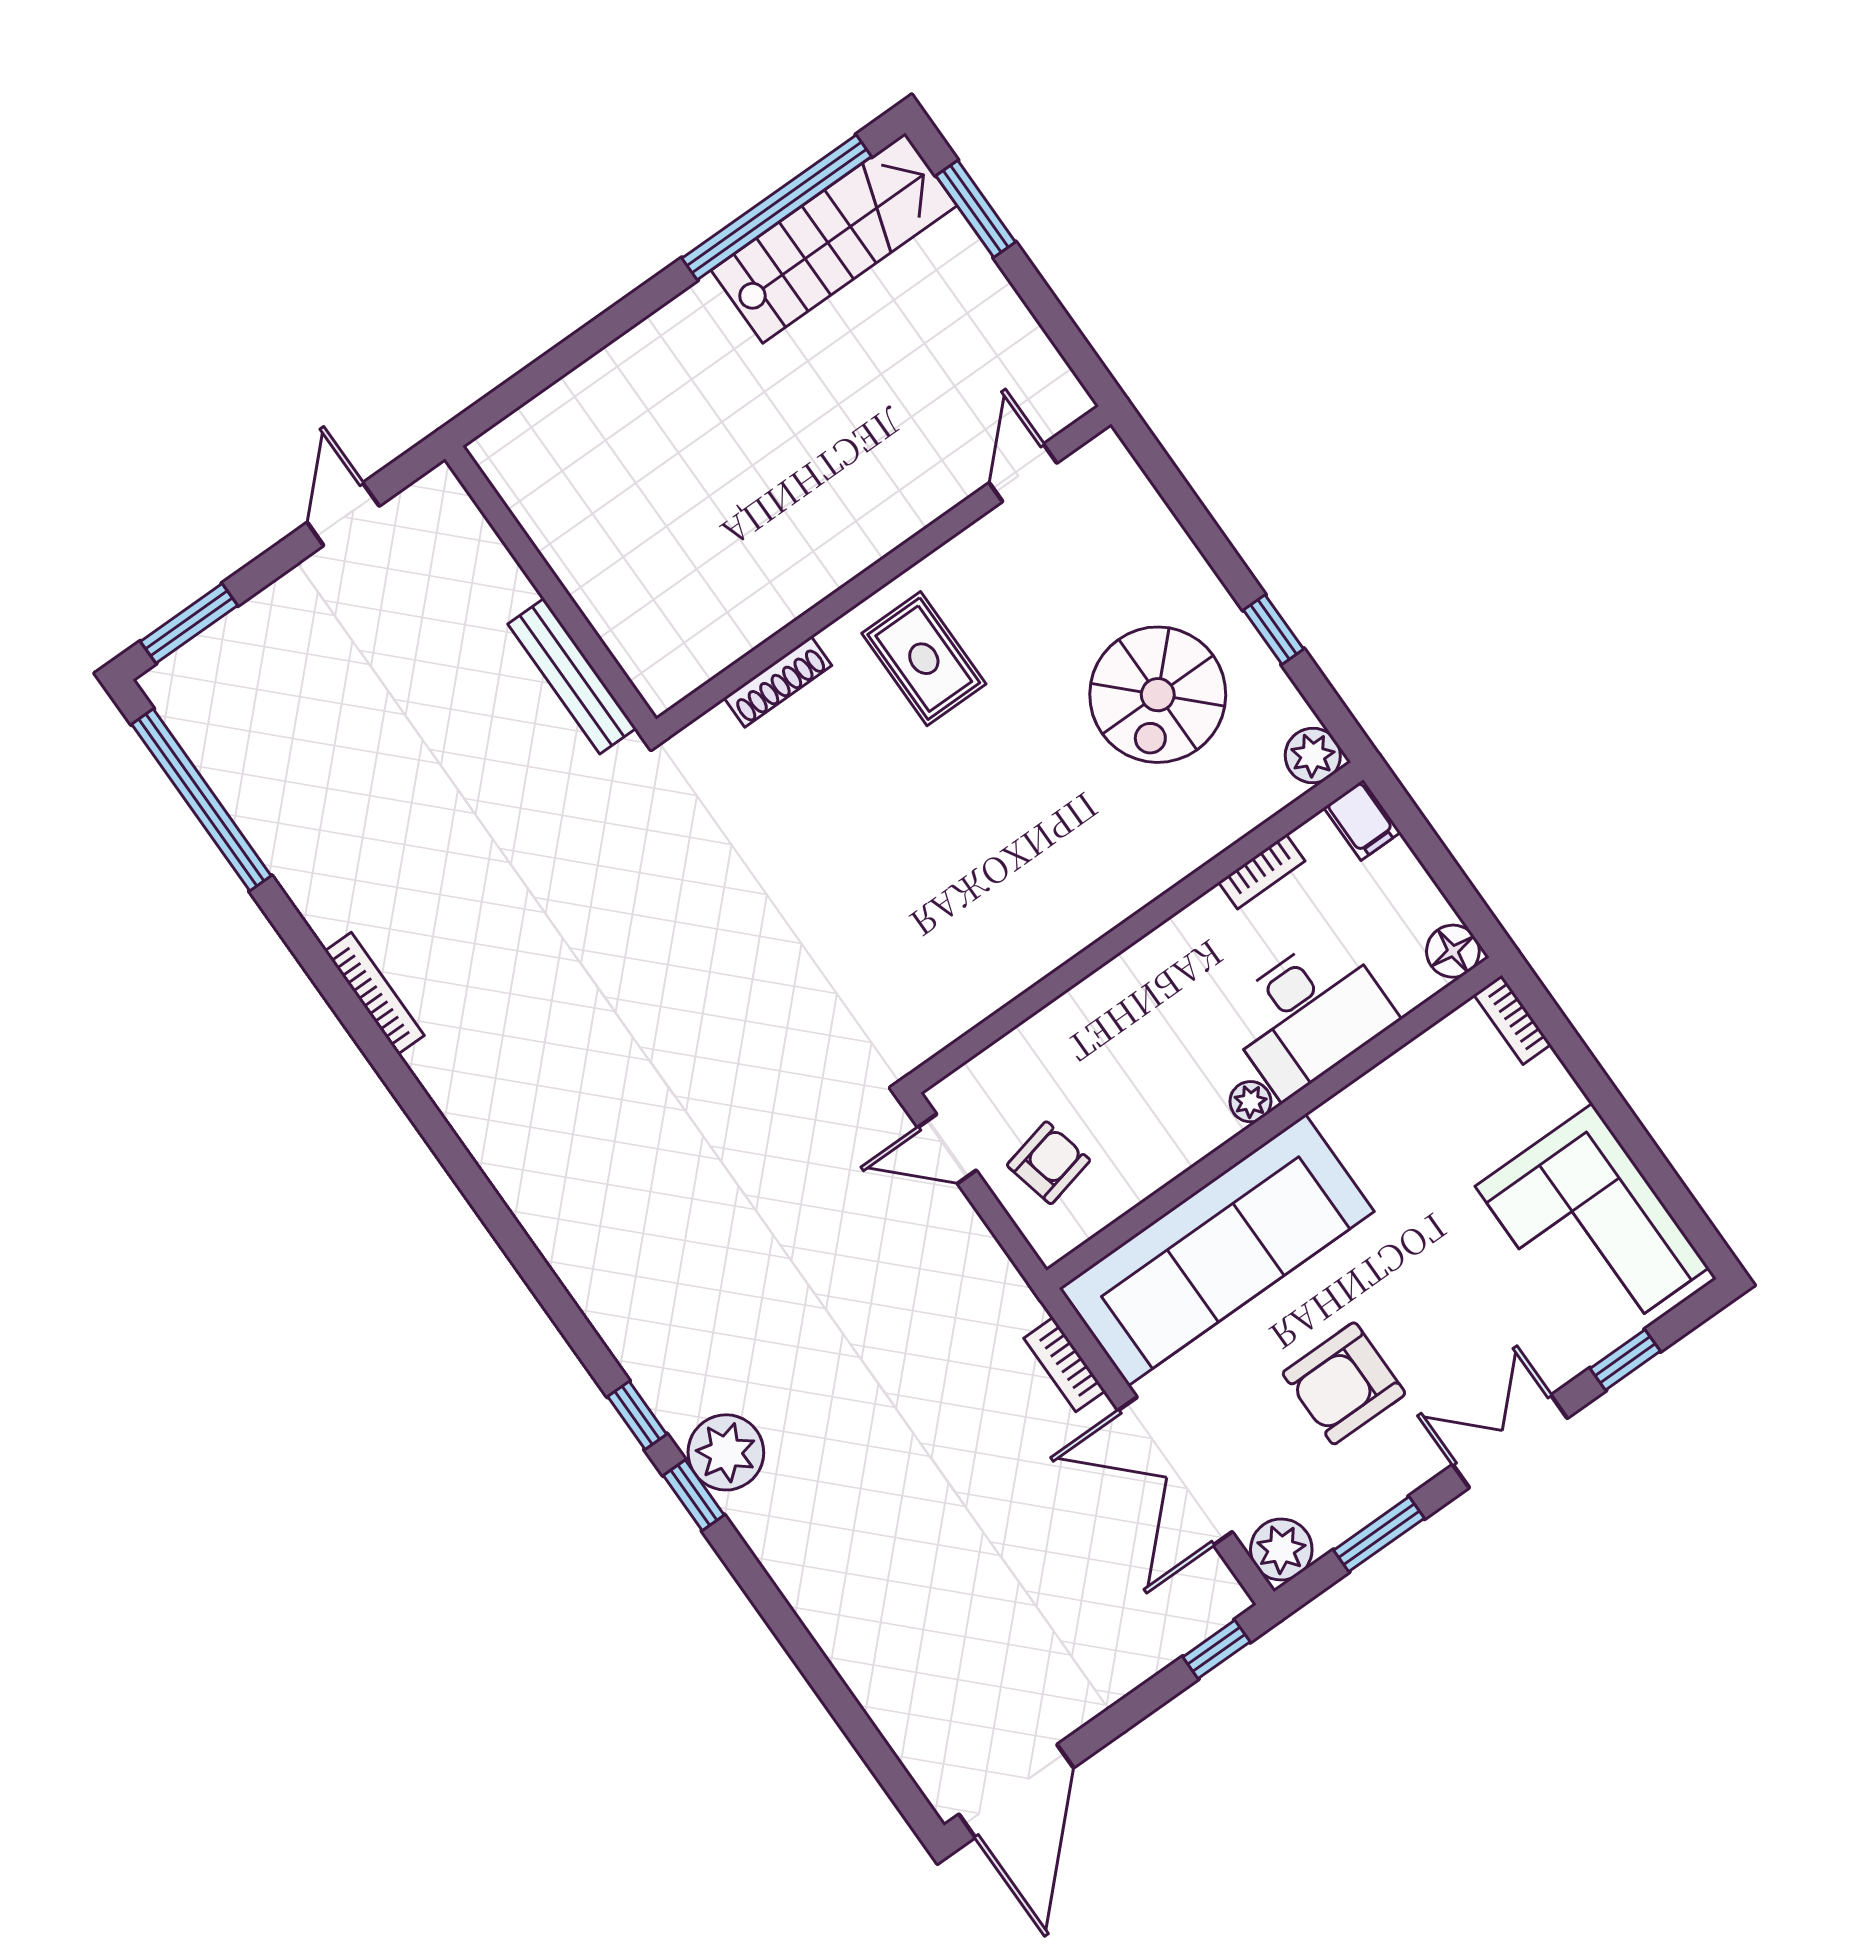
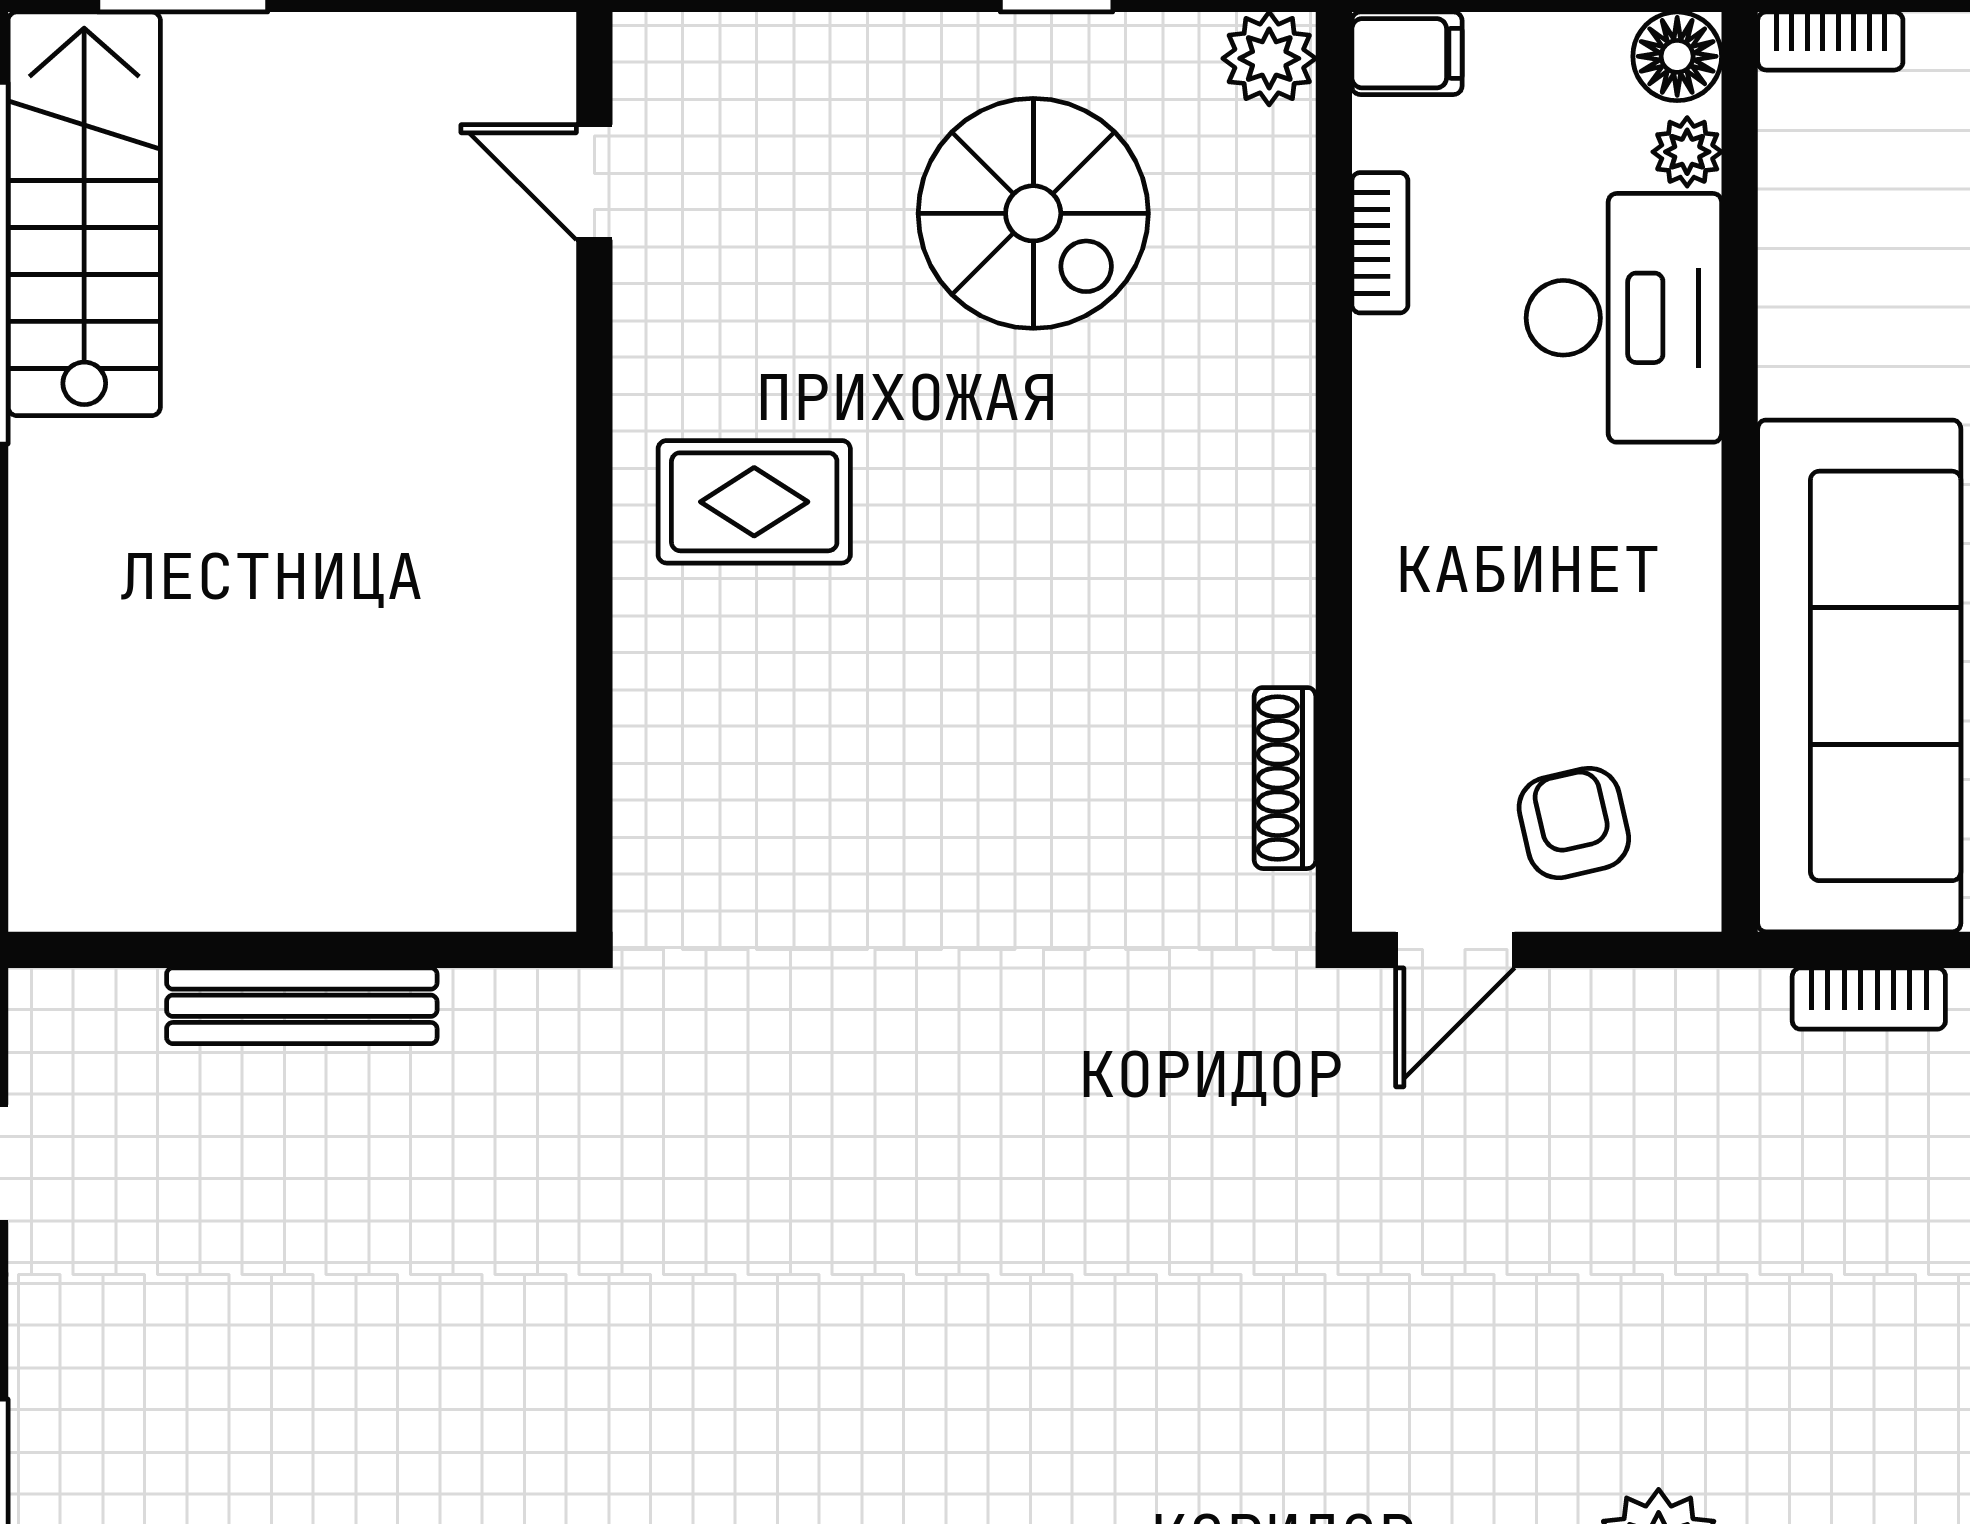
bench: (572, 676) -> (302, 1006), moved
shoe rack: (778, 682) -> (1285, 778), moved, turned 180
plant: (1250, 1102) -> (1687, 152), moved

